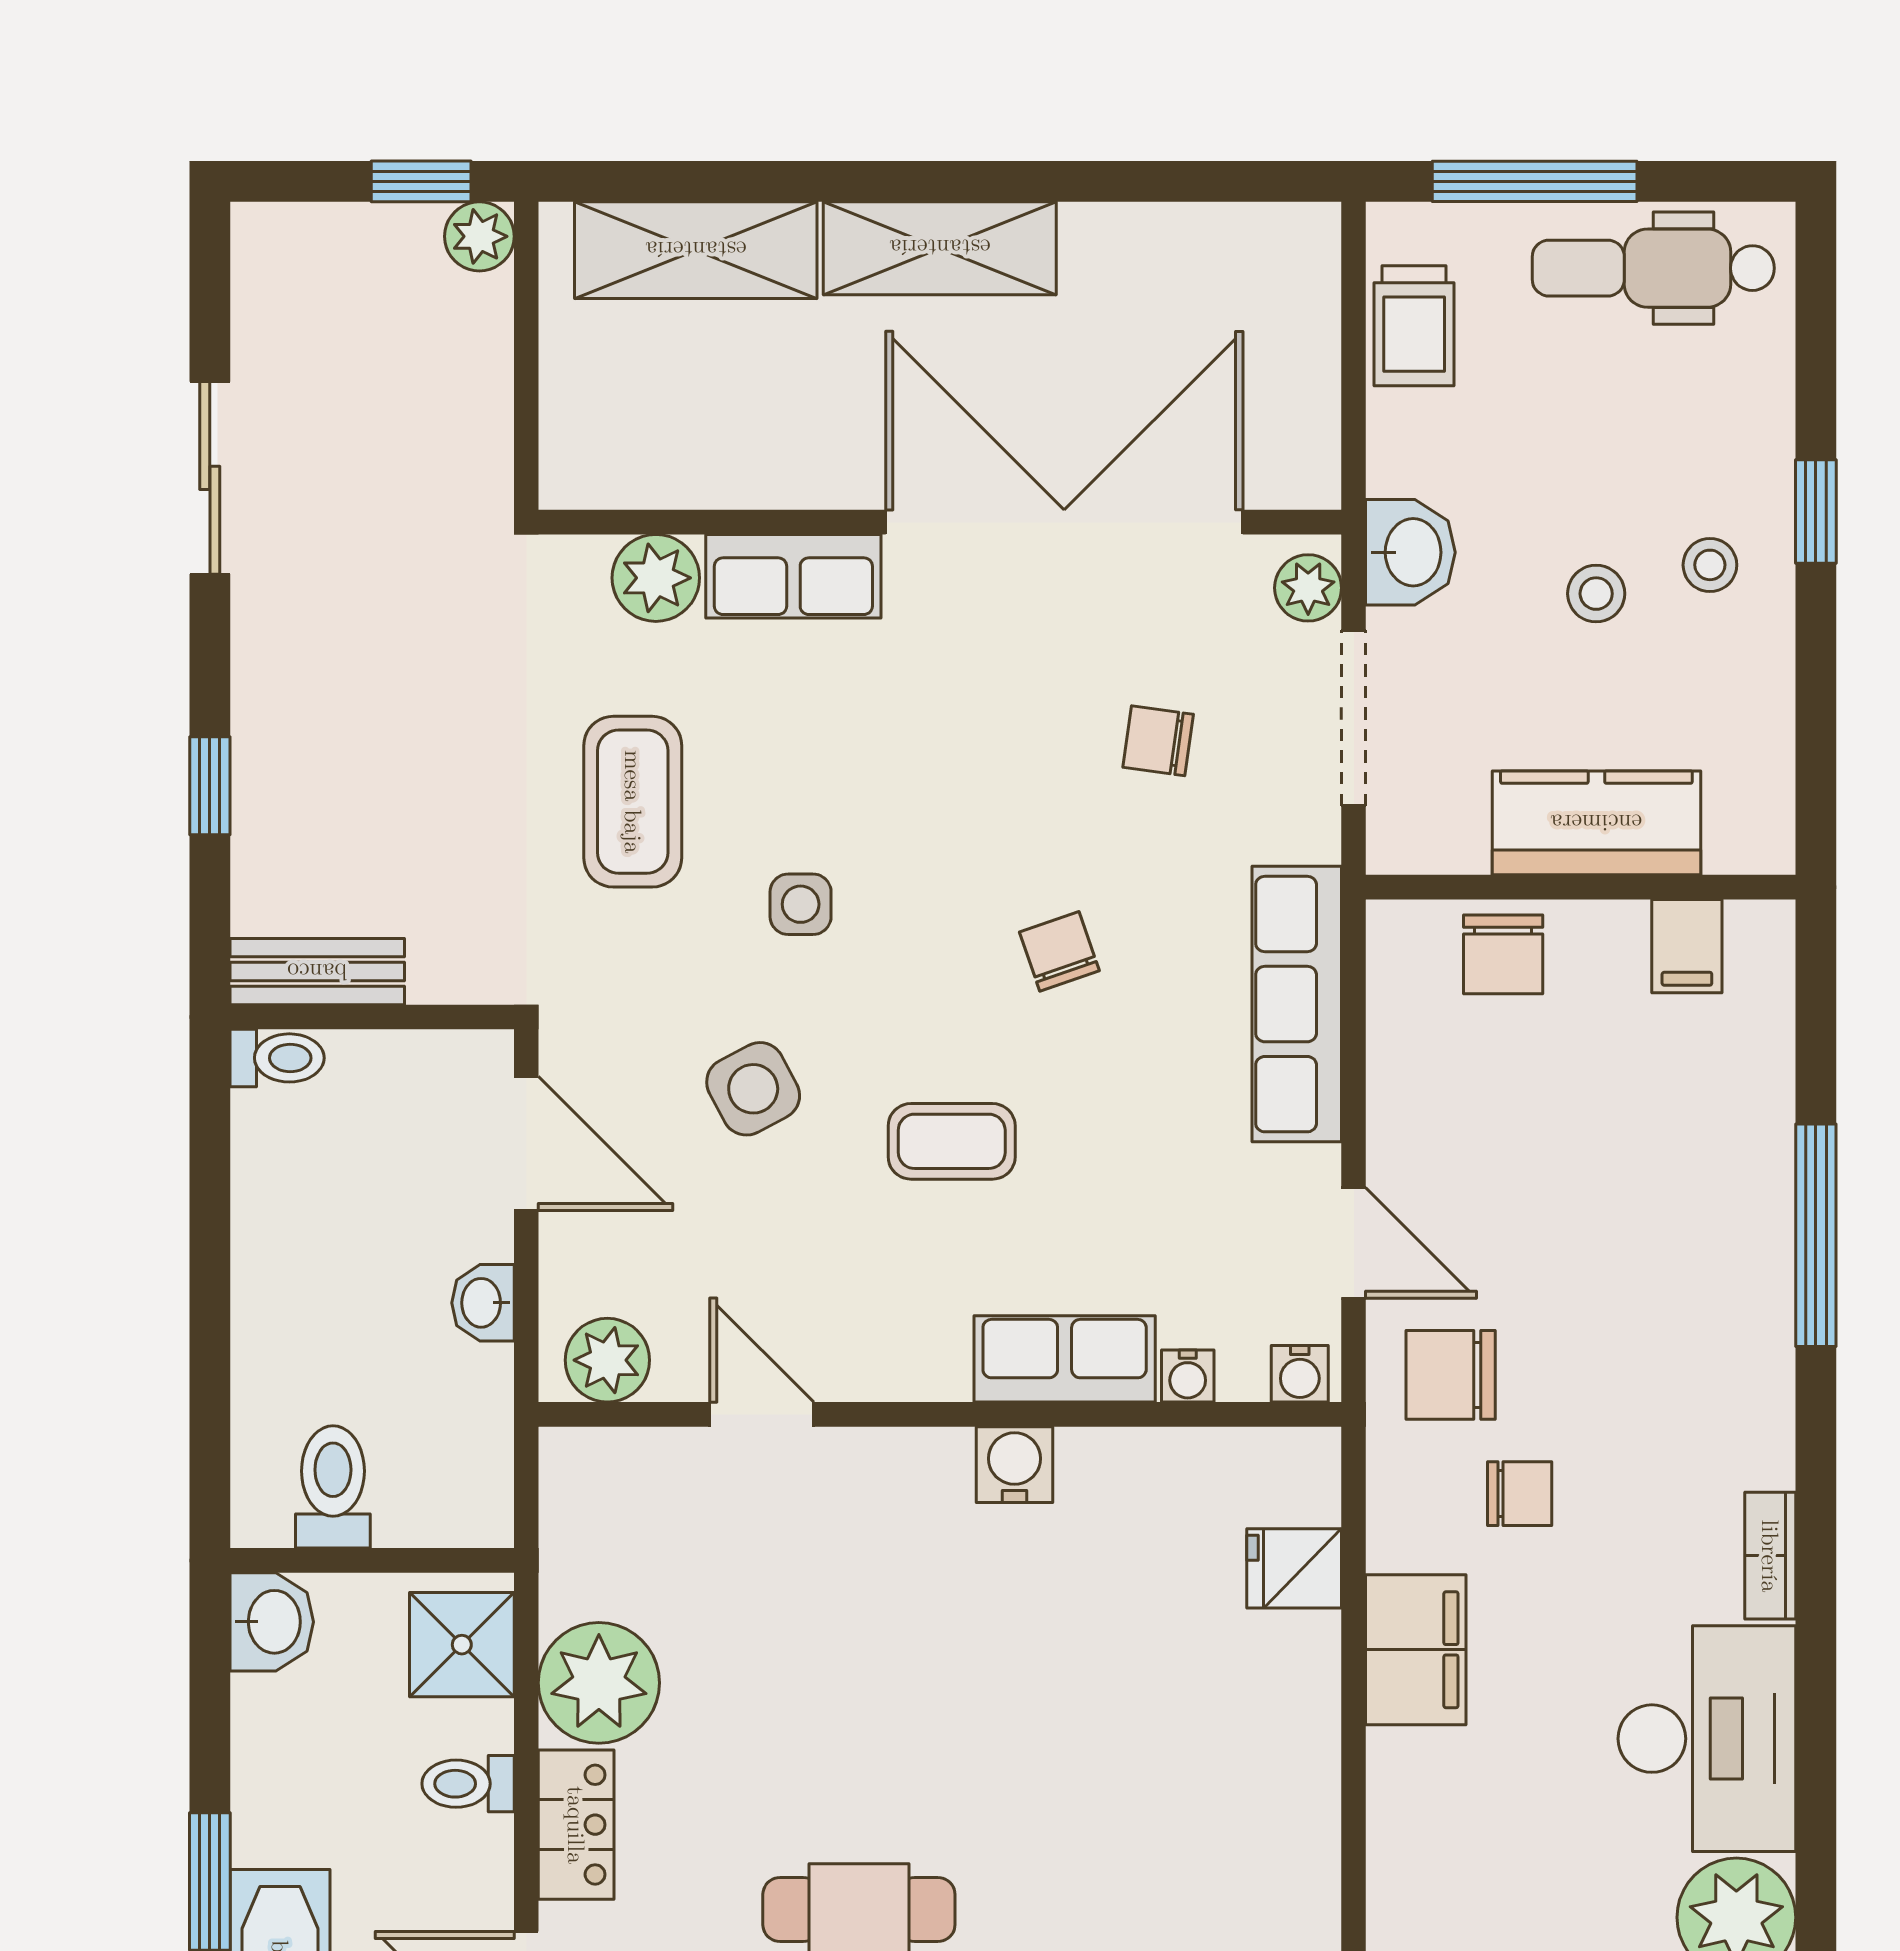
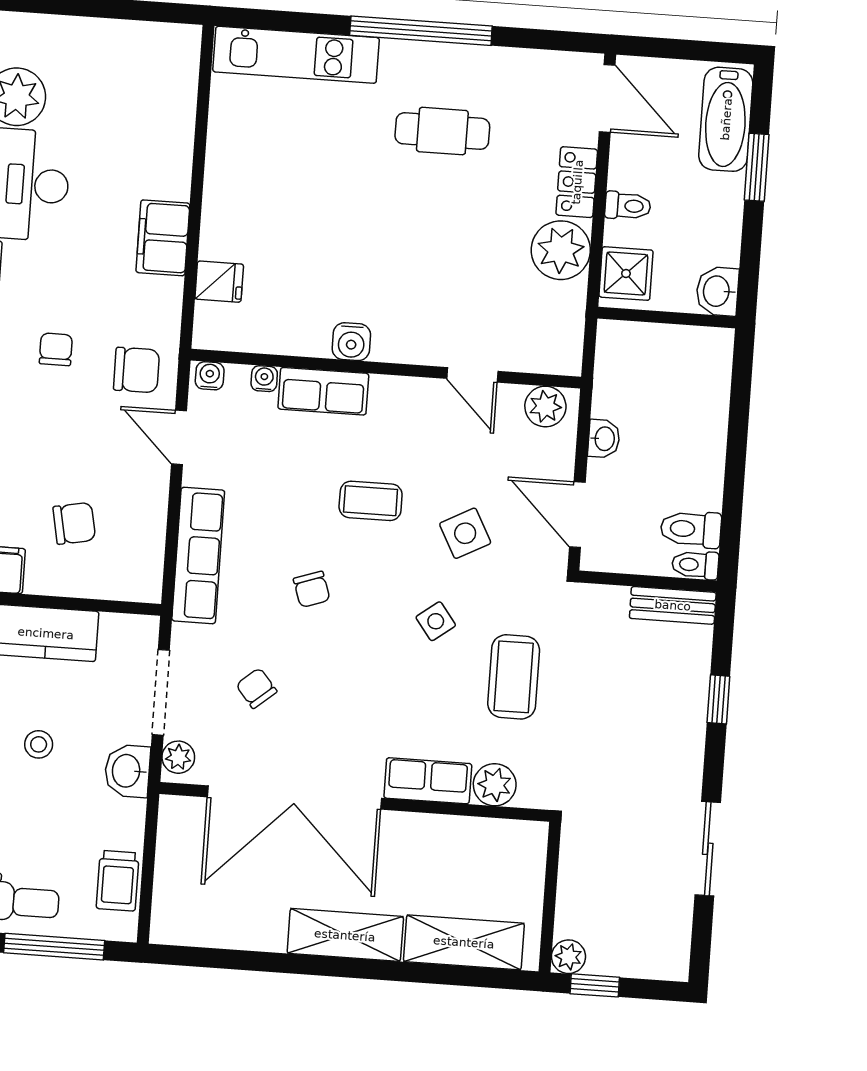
trolley: (1414, 326) -> (118, 881), turned 180
chair: (1158, 741) -> (256, 688), turned -138
side table: (801, 904) -> (436, 621), turned -37
chair: (1503, 954) -> (74, 523), moved, turned 79
toilet: (333, 1487) -> (691, 529), moved, turned 90
chair: (1520, 1494) -> (56, 349), moved, turned 90

